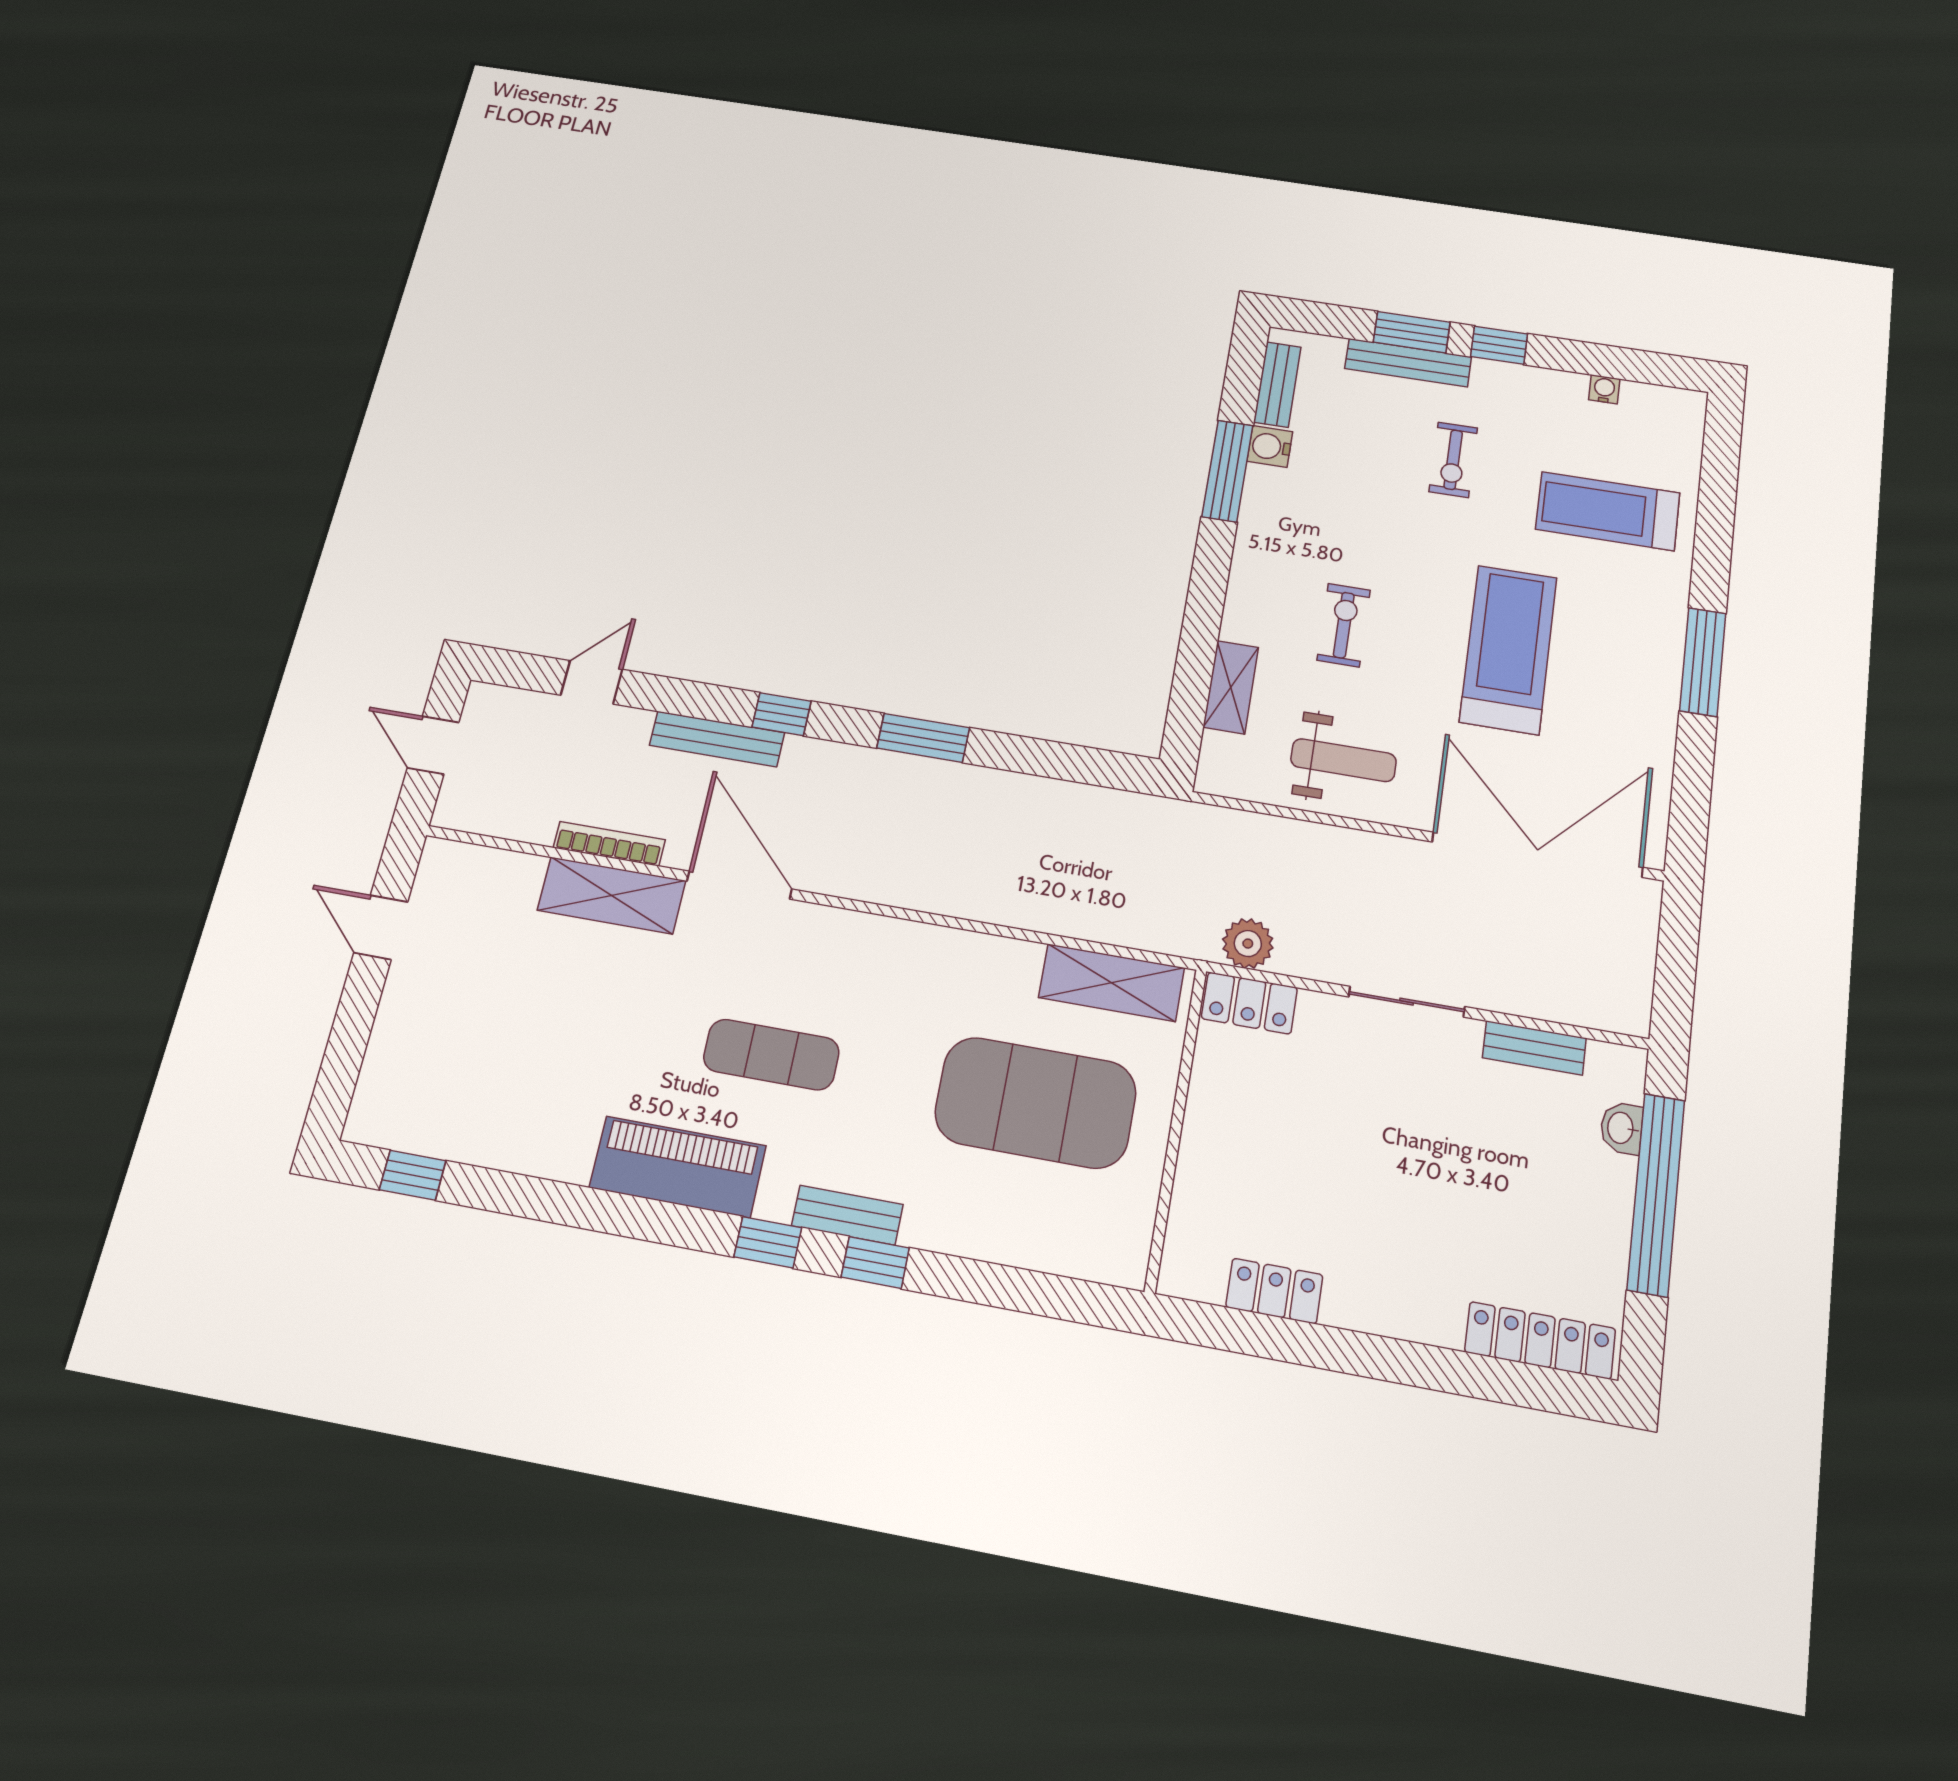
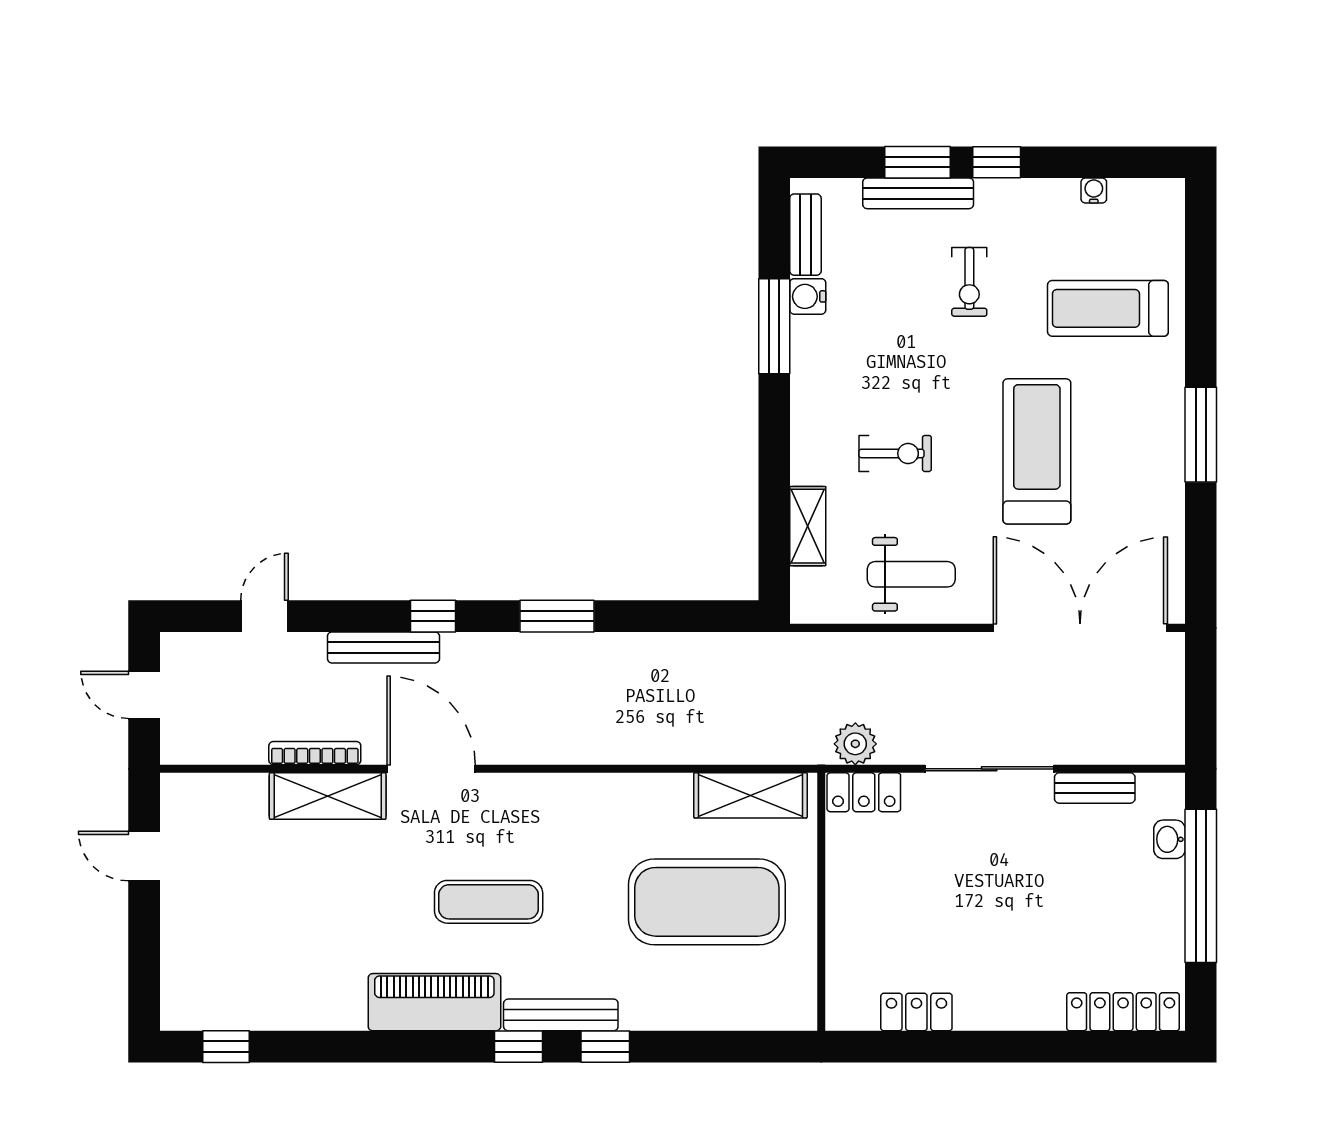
exercise bike: (1344, 625) -> (895, 453), turned 90
sliding door: (1407, 1002) -> (989, 769), width x1.37
bench: (847, 1215) -> (561, 1015), width x1.36

